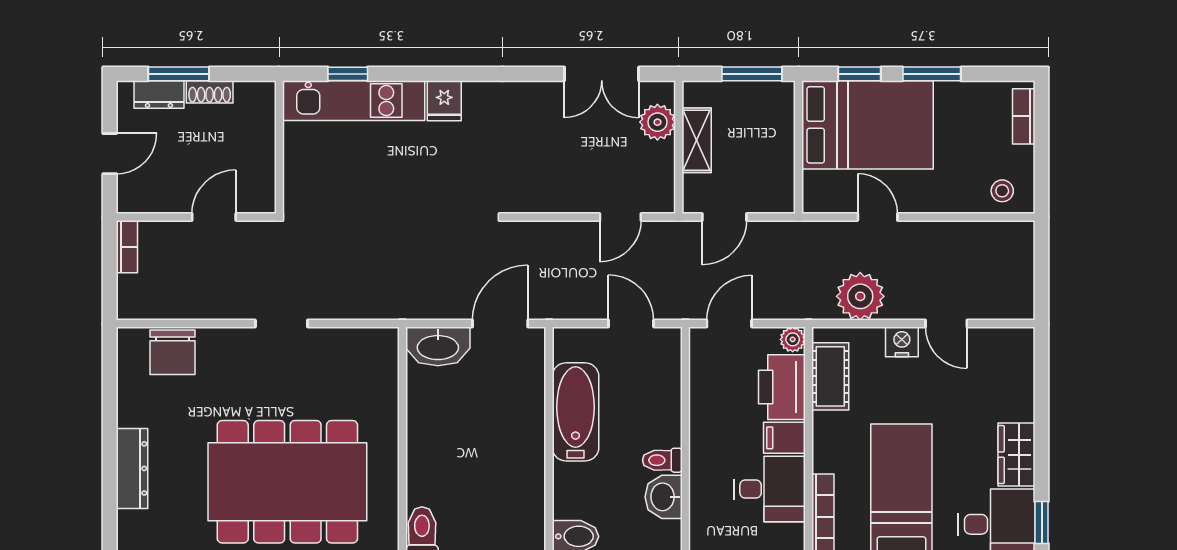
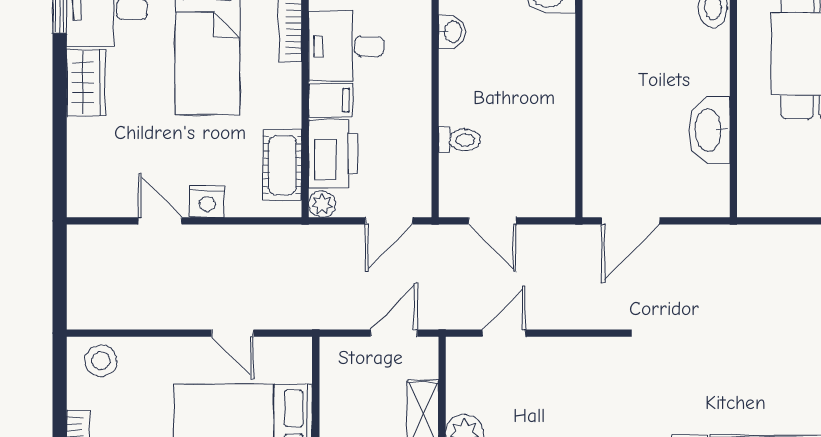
stool: (1002, 191) -> (101, 361), width x1.37, depth x1.37
plant: (860, 296) -> (251, 250), removed
washbasin: (438, 346) -> (709, 130), moved, turned -90
bathtub: (576, 412) -> (551, 128), removed
toilet: (662, 460) -> (459, 140), moved
washbasin: (664, 497) -> (452, 32), width x0.72, depth x0.69

